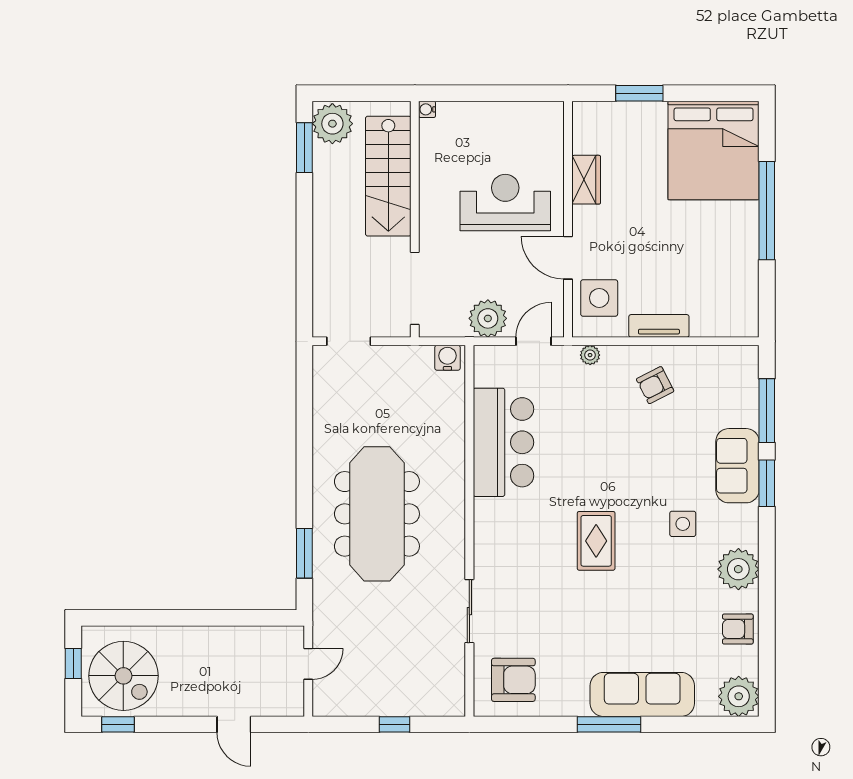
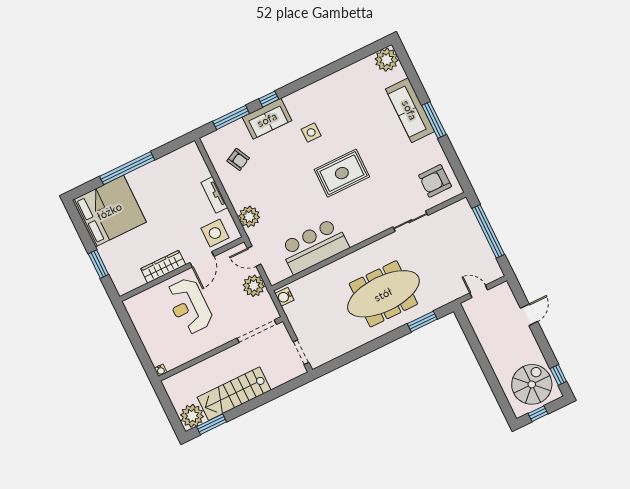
stairs: (388, 176) -> (234, 394), moved, turned 180
wardrobe: (586, 180) -> (163, 267), width x1.50
plant: (590, 355) -> (249, 217), width x1.87, depth x1.87
armchair: (655, 385) -> (238, 159), moved
window: (767, 483) -> (269, 99), width x0.67
rug: (596, 541) -> (342, 173), width x1.36, depth x1.43
plant: (738, 569) -> (321, 92), removed
armchair: (738, 629) -> (352, 77), removed
armchair: (513, 680) -> (435, 181), turned -90
window: (394, 724) -> (488, 231), width x3.17

